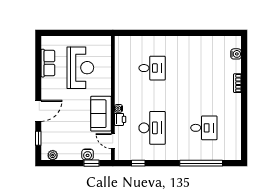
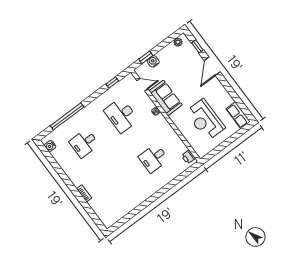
water cooler: (236, 54) -> (50, 146), moved
row of seats: (48, 63) -> (238, 115), moved
printer: (120, 119) -> (188, 157), moved

